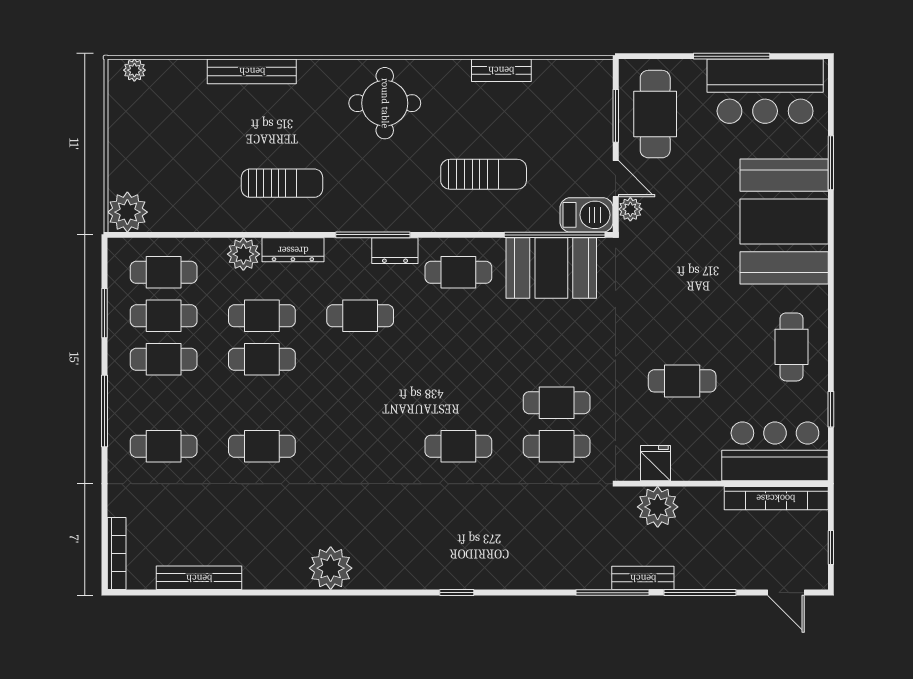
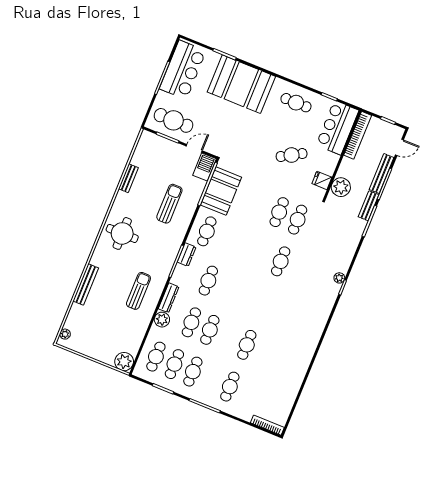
plant: (630, 209) -> (210, 147), removed
cafe table: (682, 381) -> (292, 155), turned 60
plant: (331, 568) -> (339, 278), moved, width x0.53, depth x0.53
bench: (199, 578) -> (381, 173), moved

